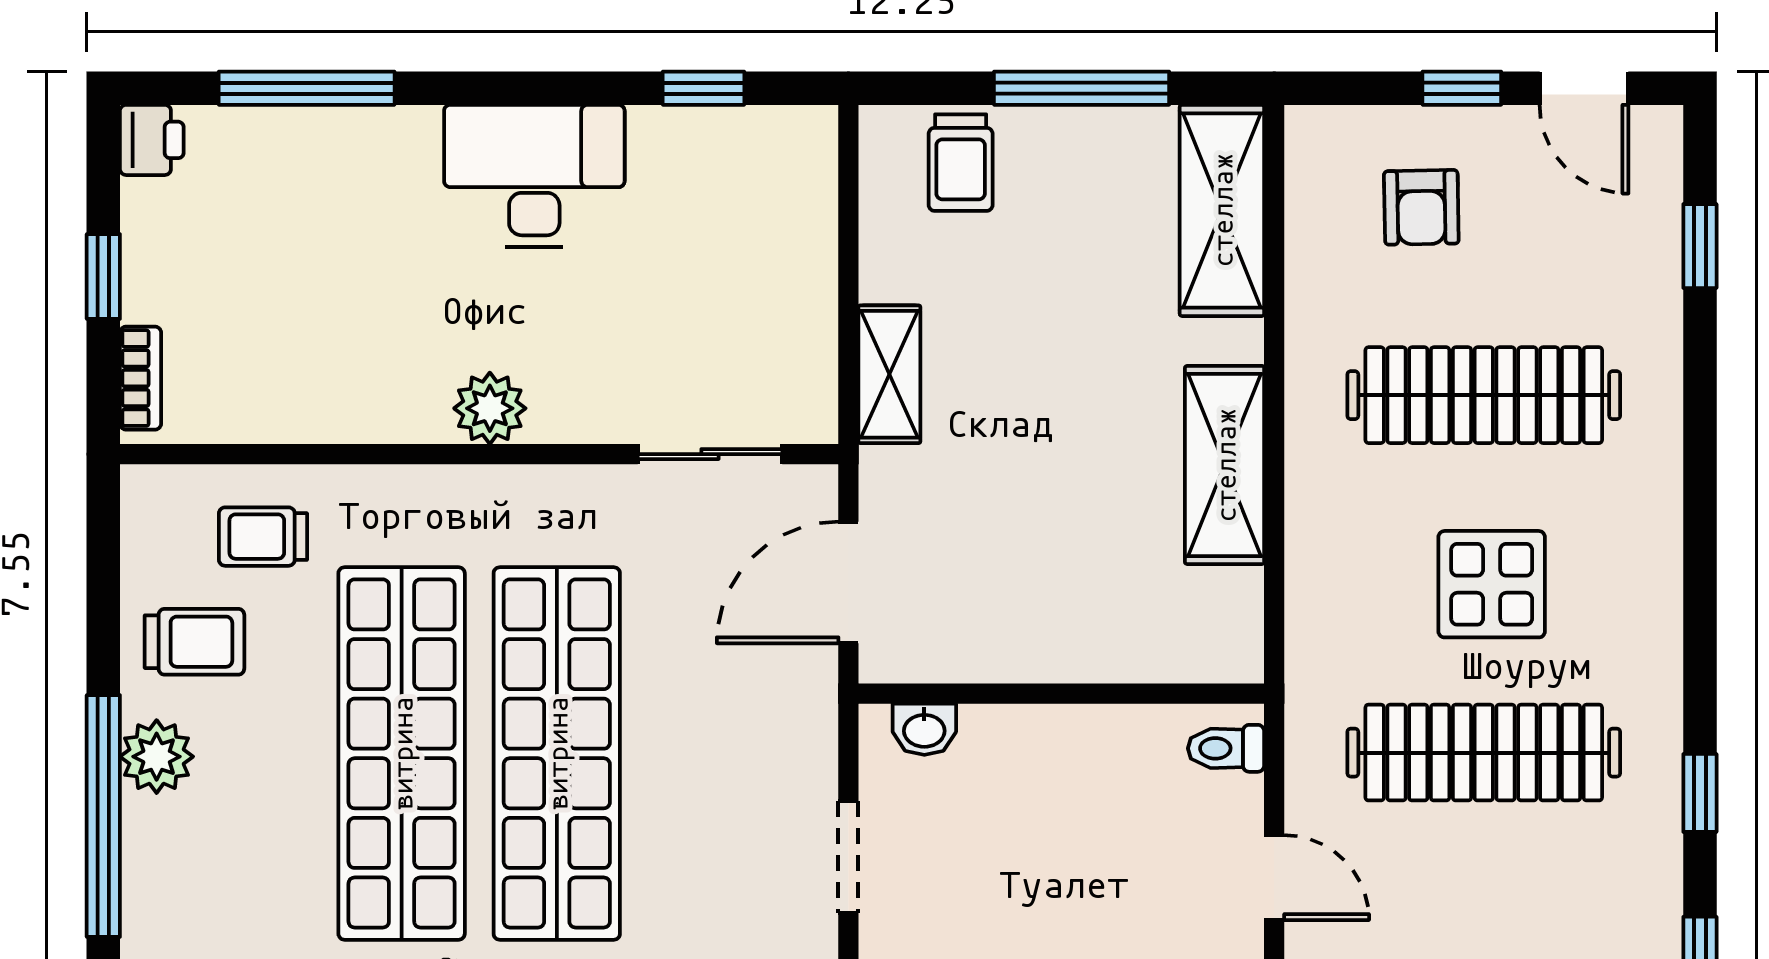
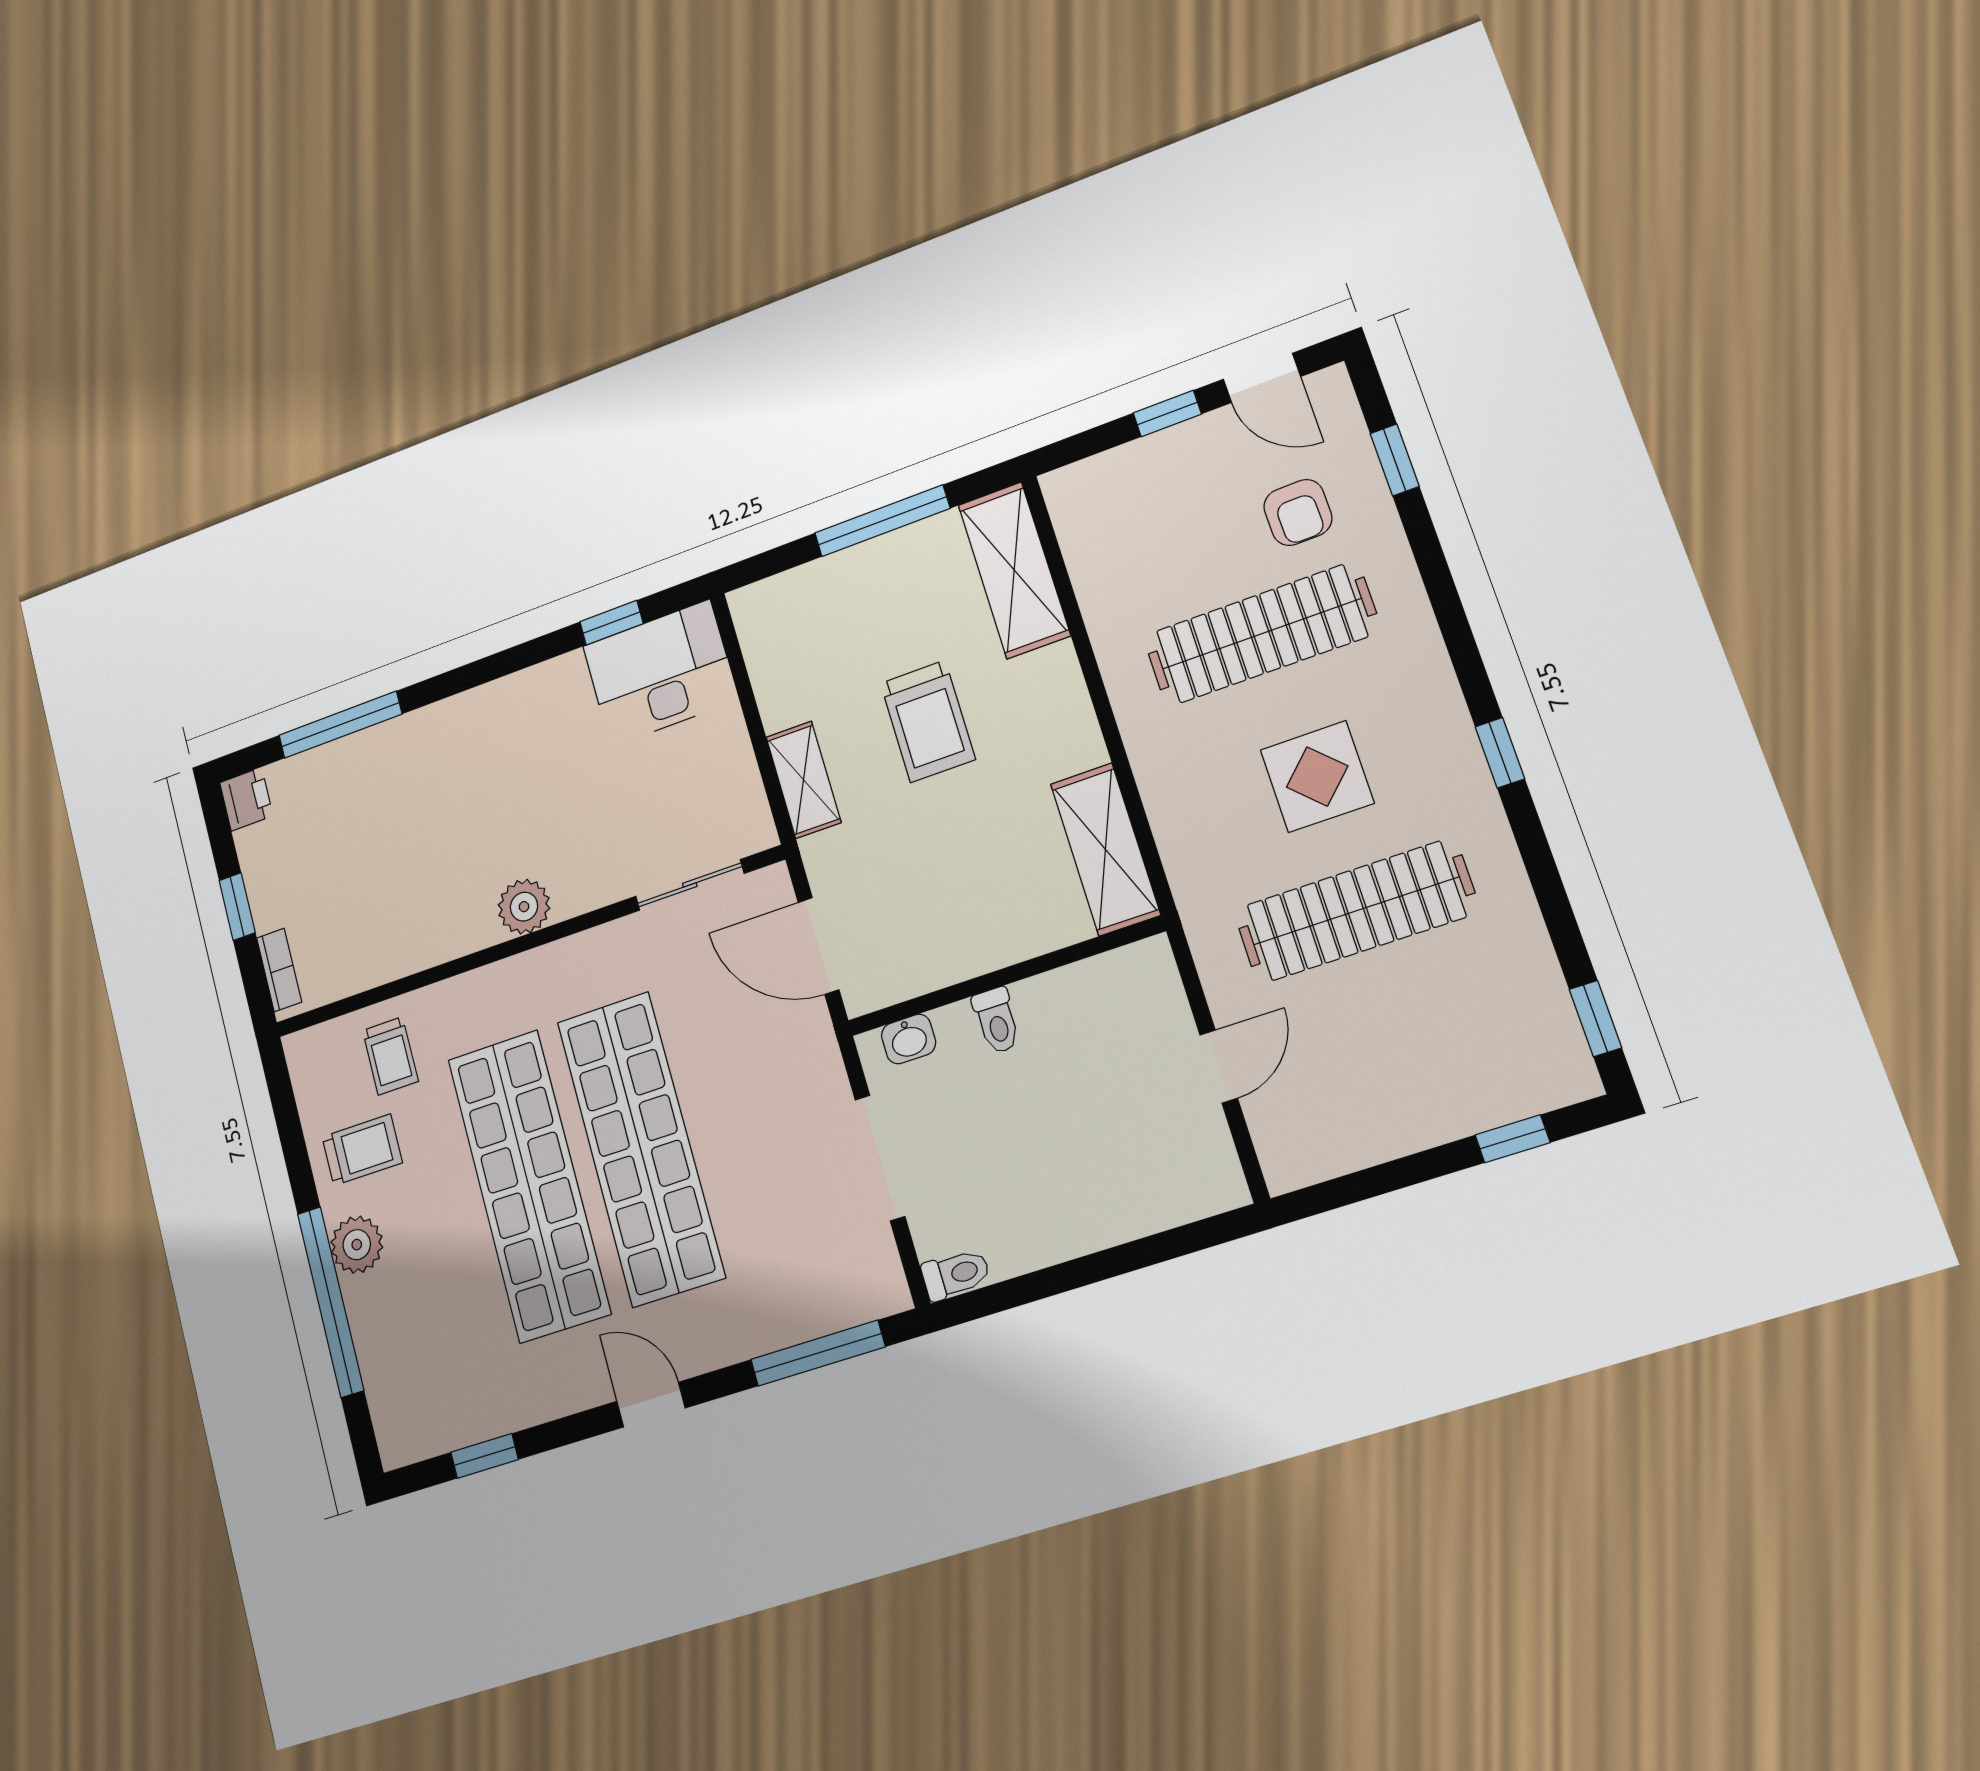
trolley: (961, 163) -> (928, 721), moved, width x1.36, depth x1.39
desk: (534, 176) -> (660, 673), moved
armchair: (1421, 207) -> (1298, 512), moved
shelving: (1225, 465) -> (1105, 849), moved
trolley: (263, 537) -> (390, 1056), turned -90
door: (848, 582) -> (819, 946), hinge flipped
toilet: (1226, 748) -> (997, 1021), moved, turned -90
window: (1700, 793) -> (1500, 753), moved
doorway: (848, 857) -> (880, 1158), width x1.38
door: (1274, 878) -> (1219, 1067), hinge flipped

